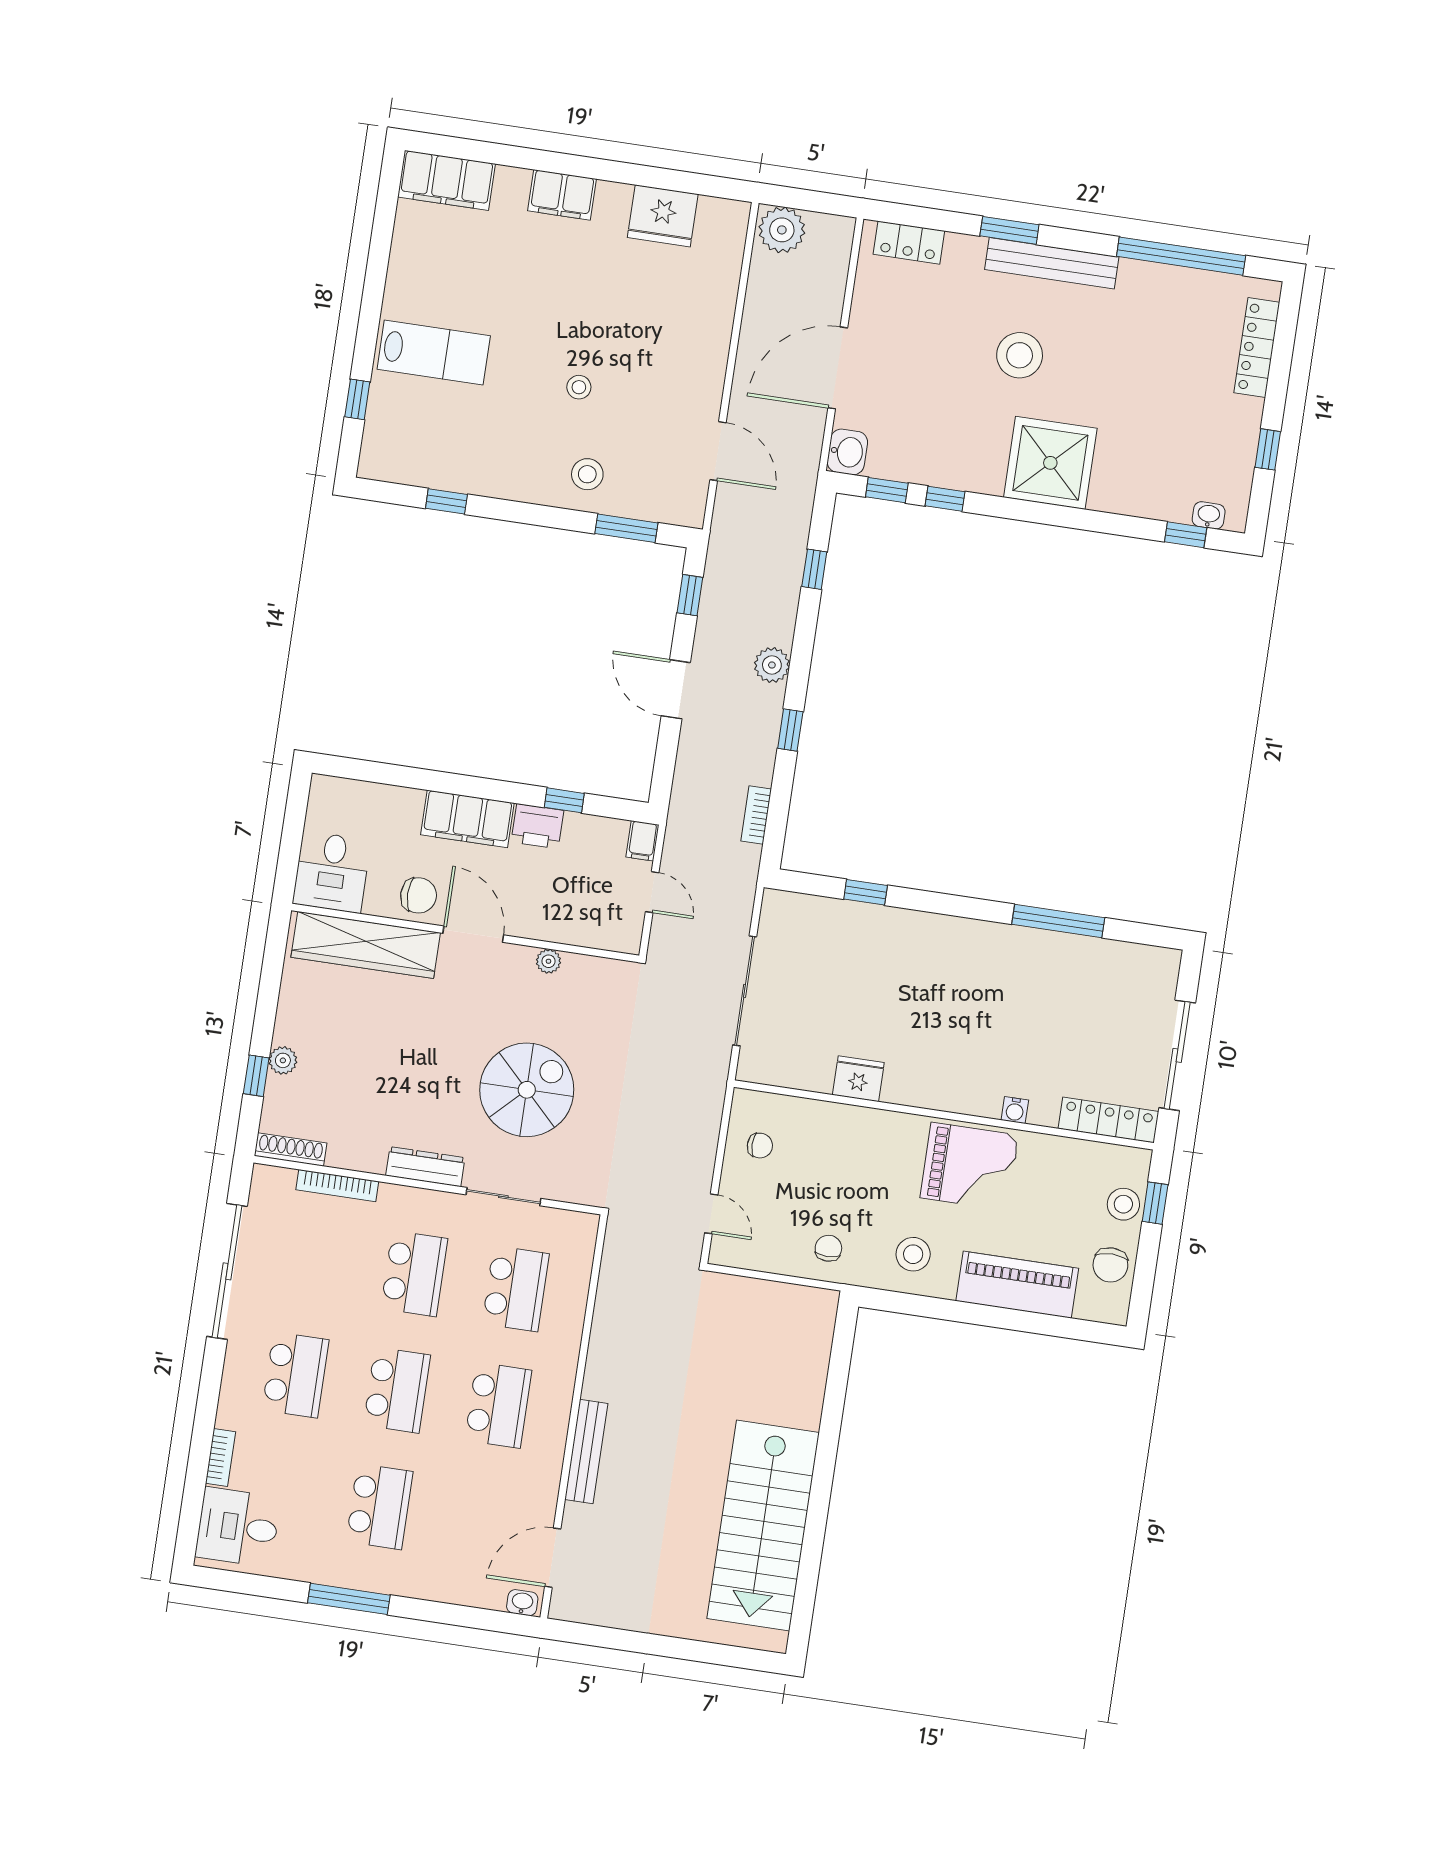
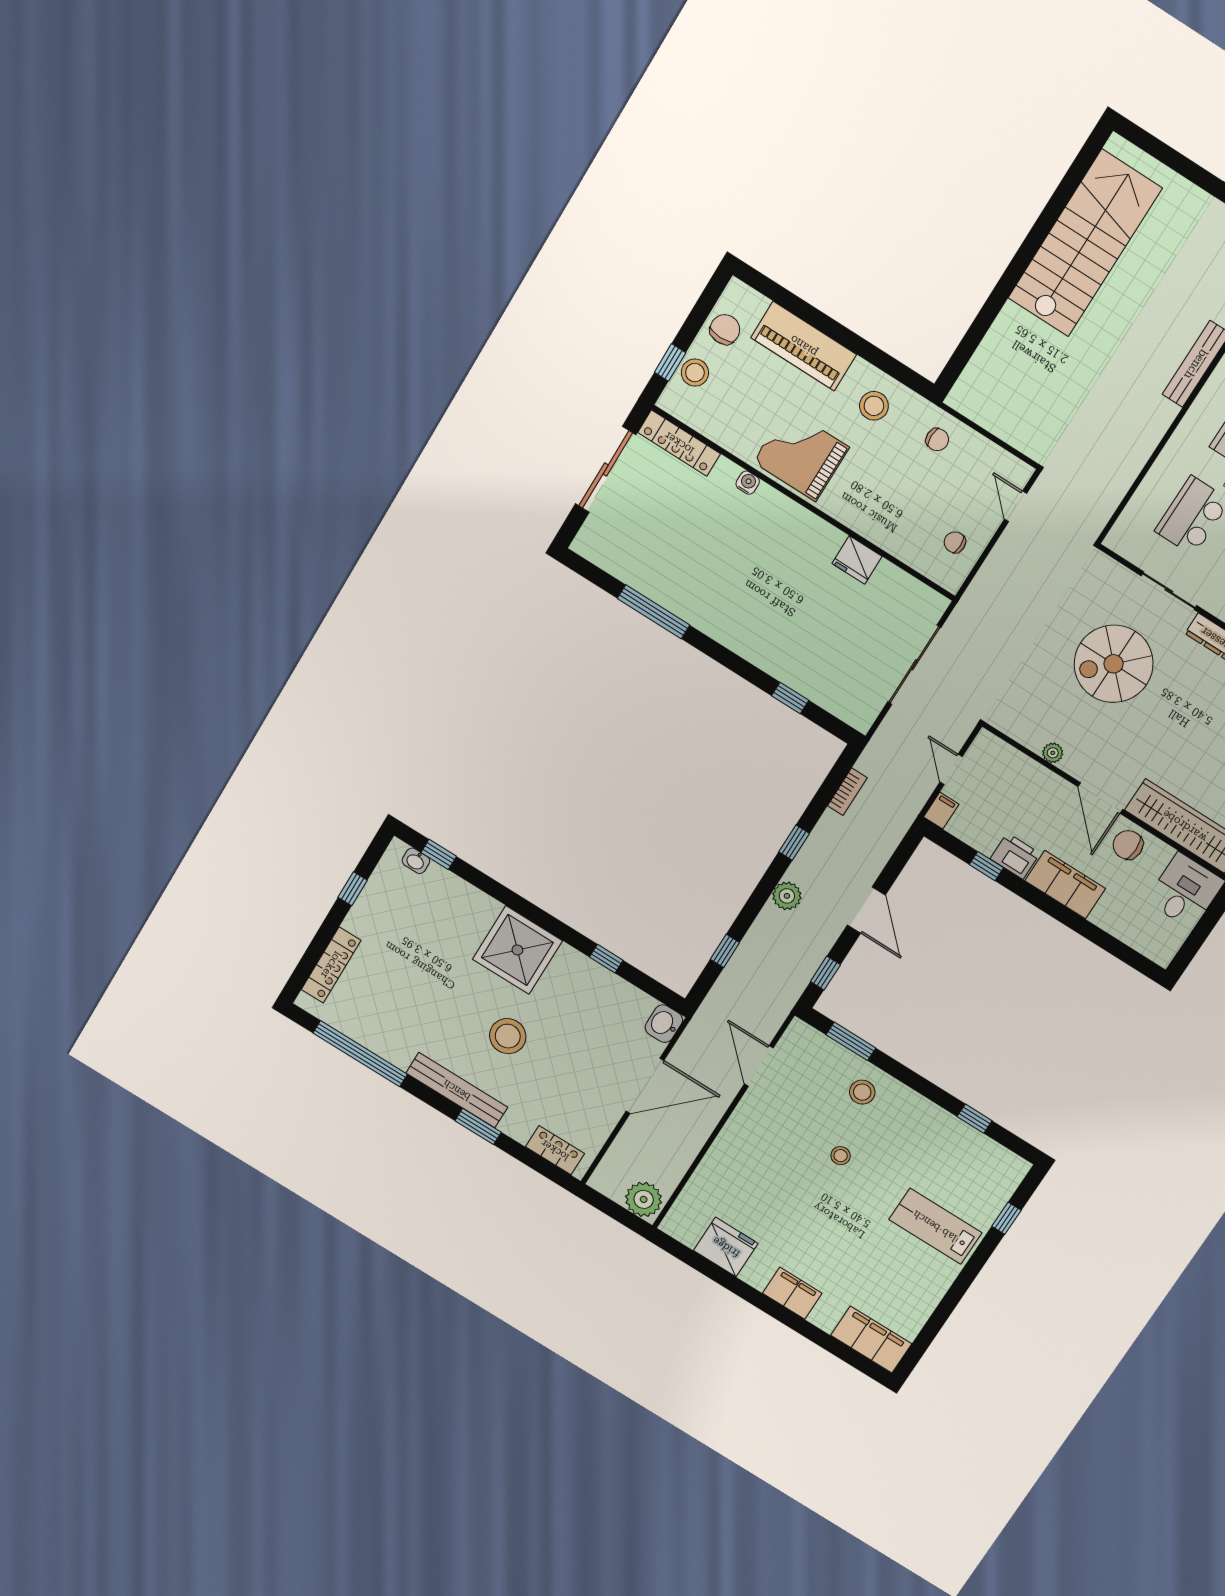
window: (887, 490) -> (647, 984), removed
chair: (828, 1248) -> (937, 440), turned -90

